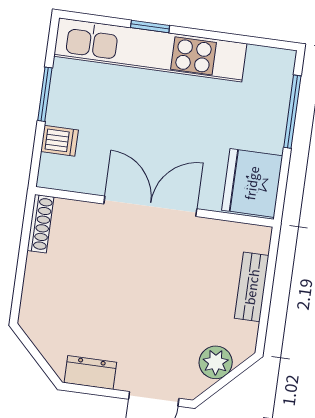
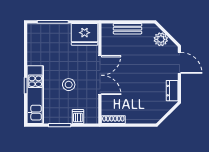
kitchen unit: (150, 50) -> (35, 95), width x0.73
stool: (138, 129) -> (69, 85), added
double door: (150, 206) -> (100, 75), swing flipped

